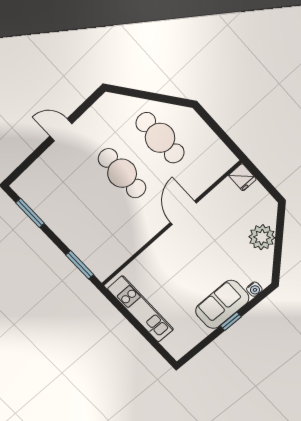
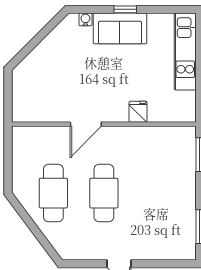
fridge: (242, 177) -> (138, 112), moved
plant: (262, 237) -> (45, 55), removed
kitchen unit: (141, 309) -> (185, 52), moved

